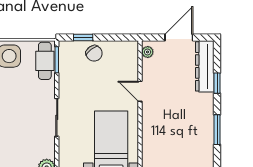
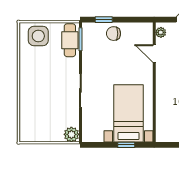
chair: (94, 53) -> (113, 34), turned 127
door: (140, 91) -> (154, 53), moved

